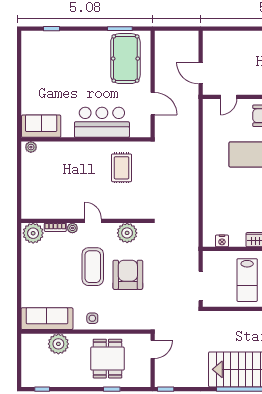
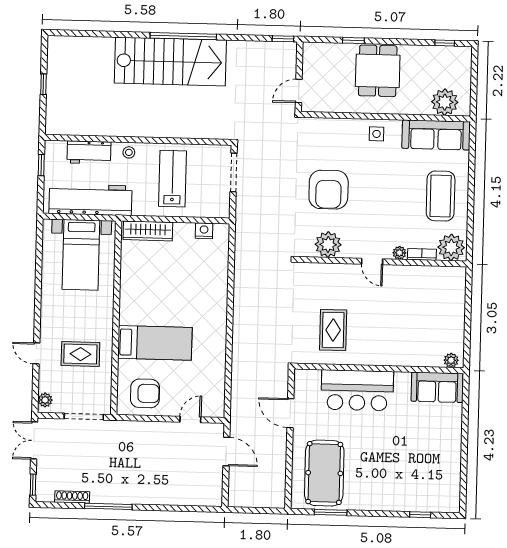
coffee table: (93, 267) -> (441, 196), moved
plant: (58, 344) -> (445, 102), moved
dining table: (107, 359) -> (378, 71), moved

